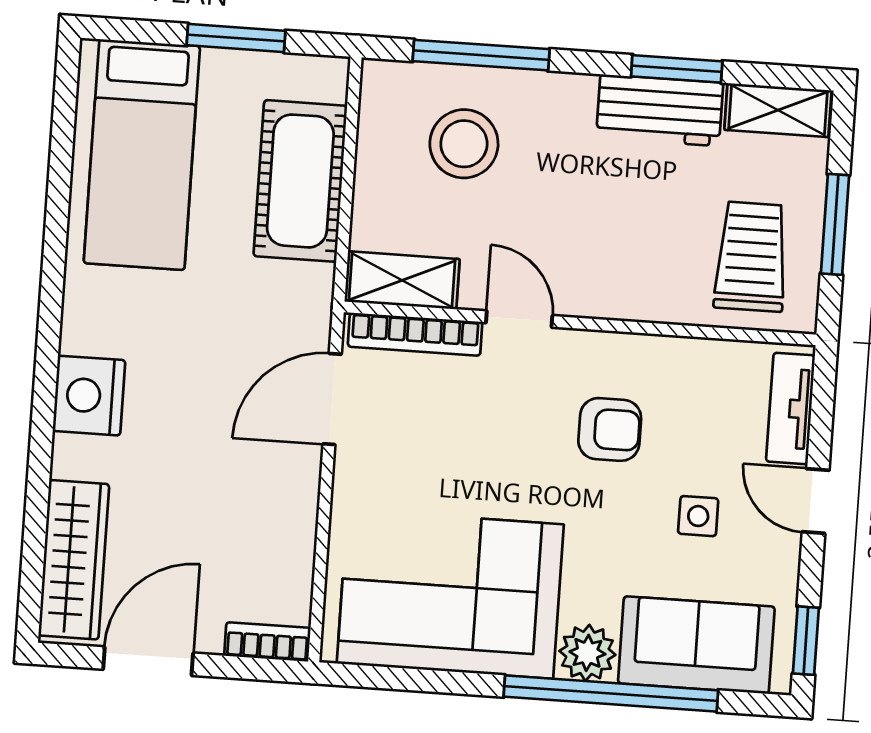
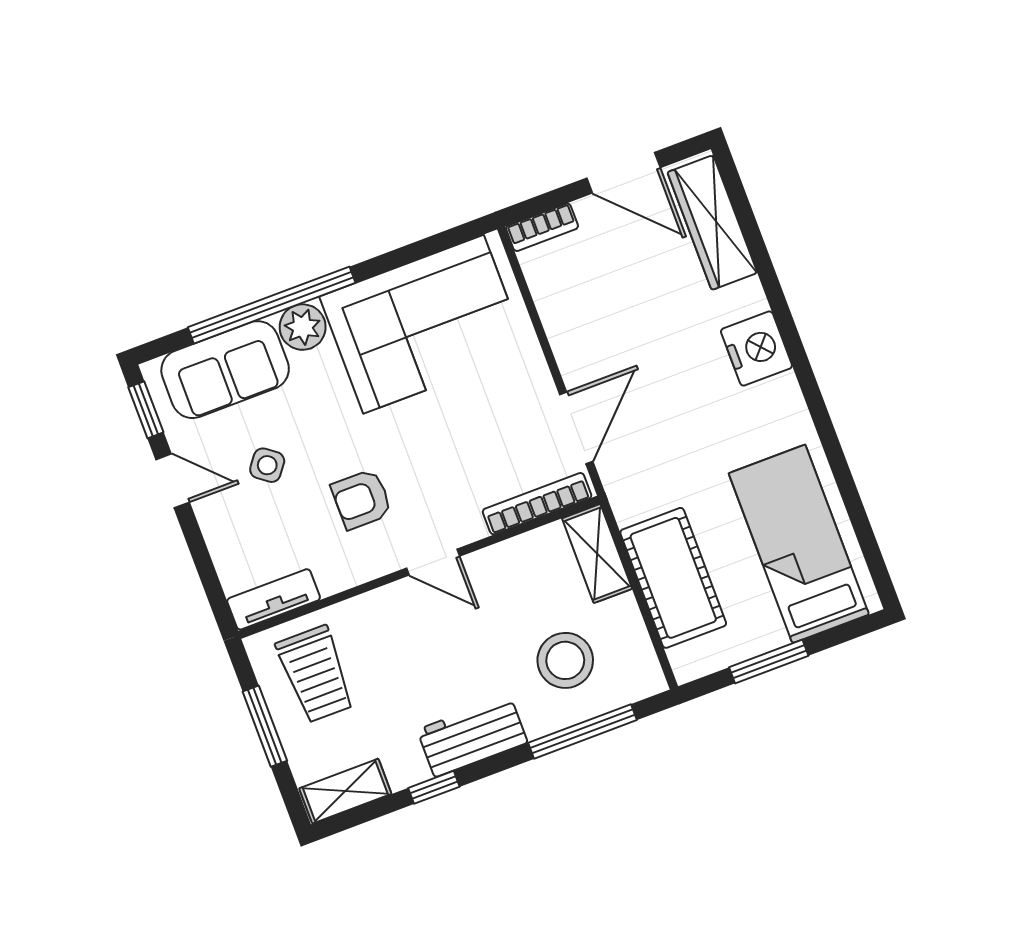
window: (677, 69) -> (434, 787), width x0.67
workbench: (660, 110) -> (472, 736), moved
shelving: (402, 280) -> (597, 554), moved, turned 90
door: (519, 319) -> (433, 562), moved
tv unit: (791, 408) -> (274, 599), moved, turned -90
door: (816, 501) -> (173, 481), moved
side table: (698, 516) -> (267, 465), turned 37
door: (148, 661) -> (623, 173), hinge flipped

